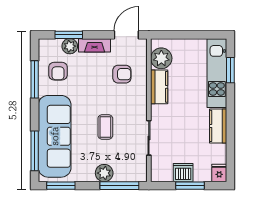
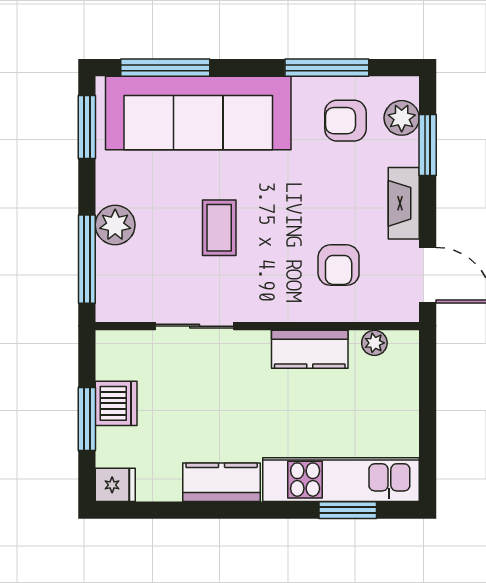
plant: (70, 46) -> (402, 118), moved
plant: (161, 58) -> (374, 343), width x0.53, depth x0.53
coffee table: (105, 127) -> (219, 228), turned 90

